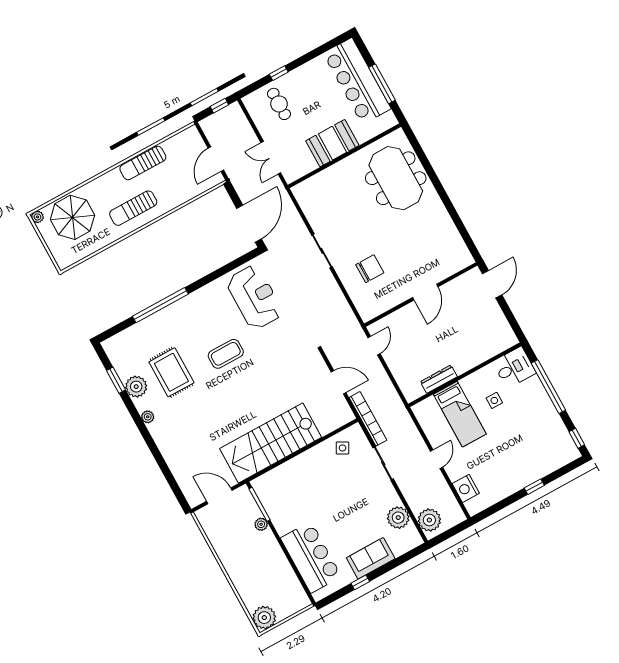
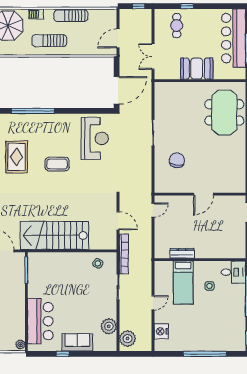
barbecue: (99, 184) -> (36, 14), added
chair: (370, 269) -> (177, 160), turned -85
window: (534, 487) -> (205, 354), width x3.17
plant: (261, 524) -> (20, 344), moved

